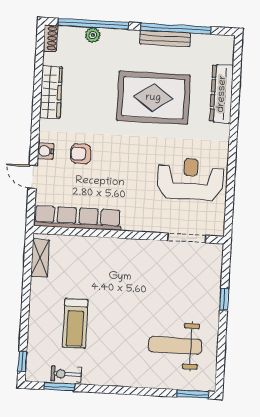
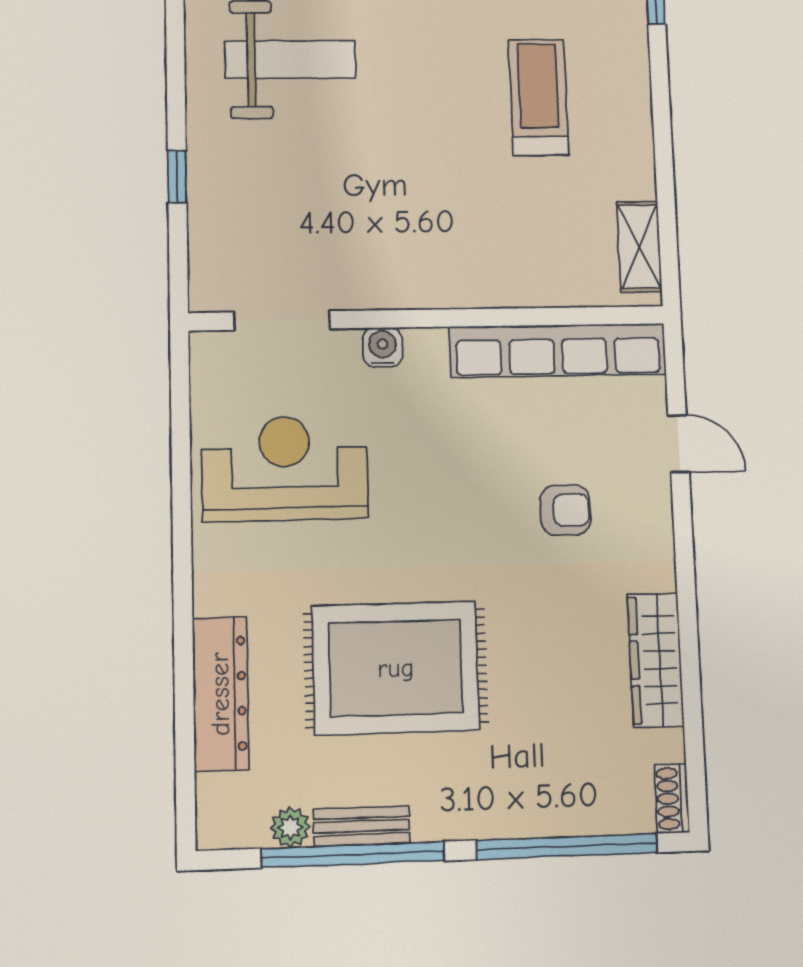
plant: (93, 35) -> (290, 827), moved
bench: (165, 38) -> (362, 826), width x0.73
water cooler: (46, 151) -> (383, 347), moved, turned -90
reception desk: (190, 179) -> (285, 469), turned 180

